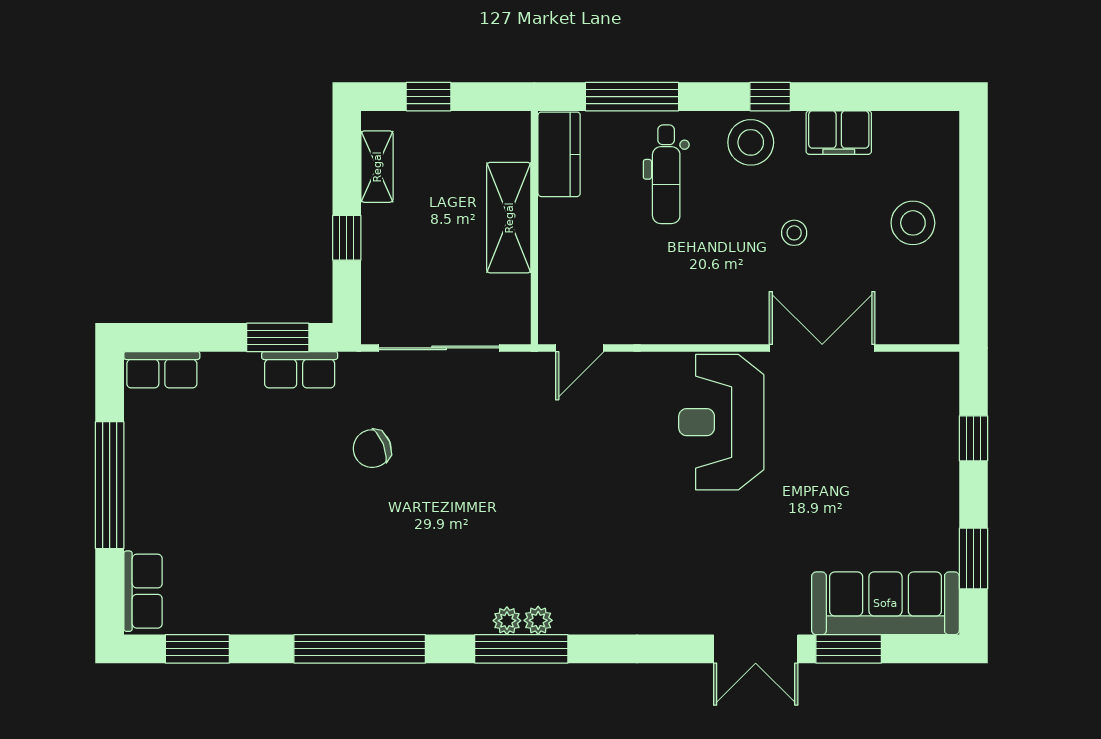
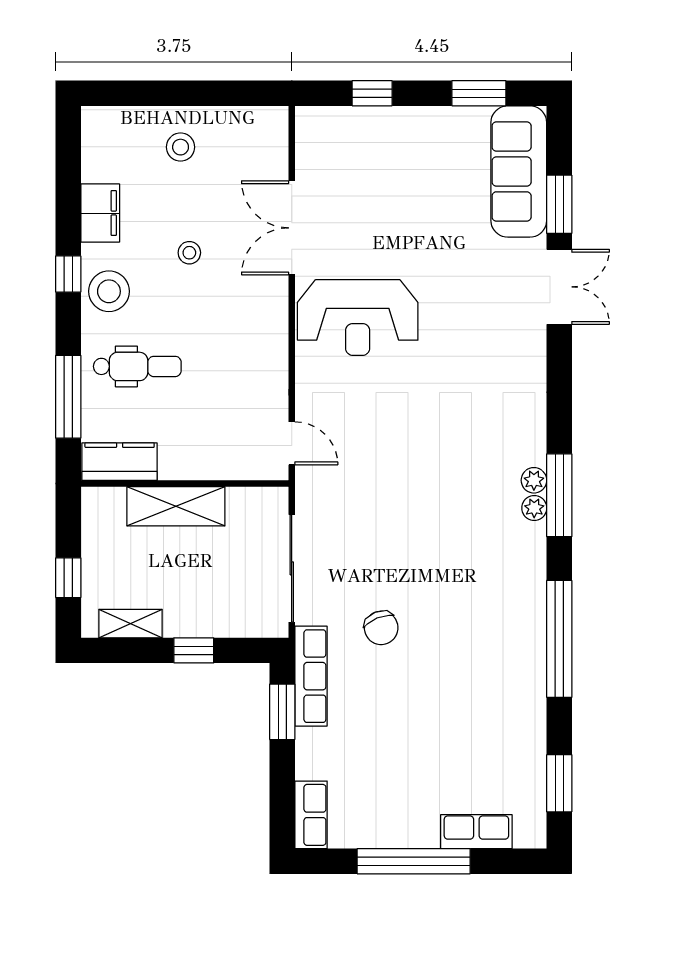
stool: (913, 223) -> (181, 147), width x0.73, depth x0.73
row of seats: (300, 370) -> (311, 676), width x1.48
row of seats: (143, 591) -> (476, 832), moved

